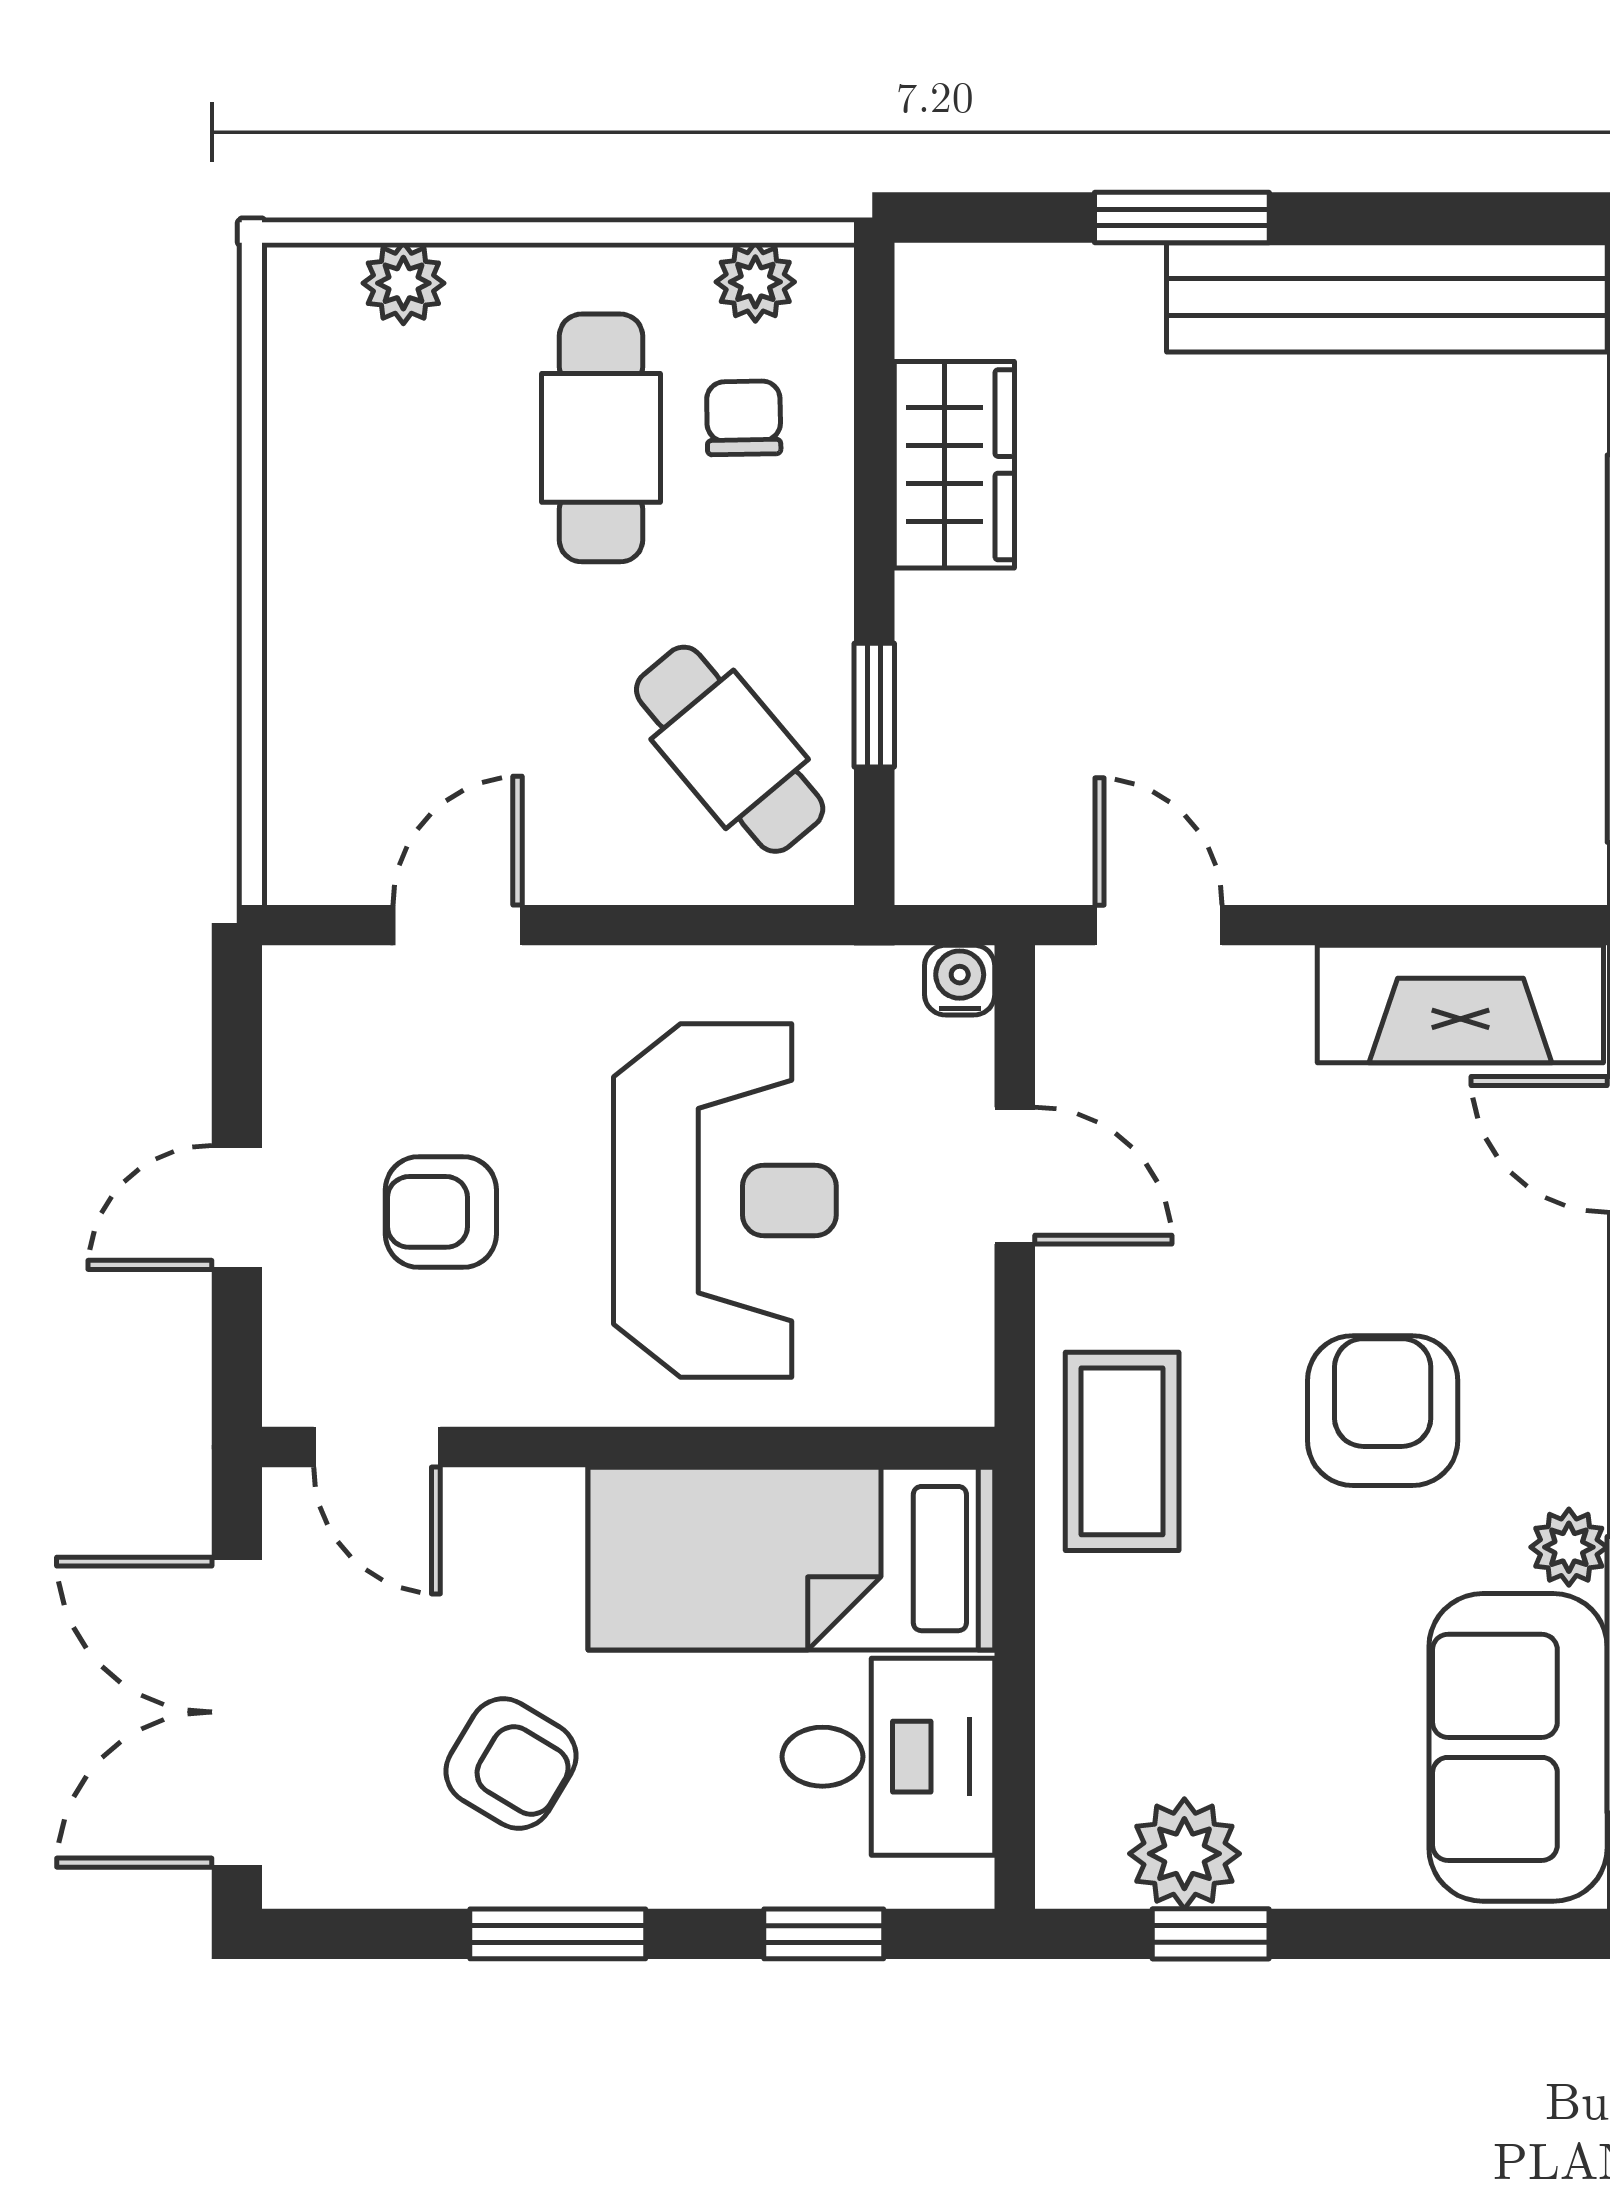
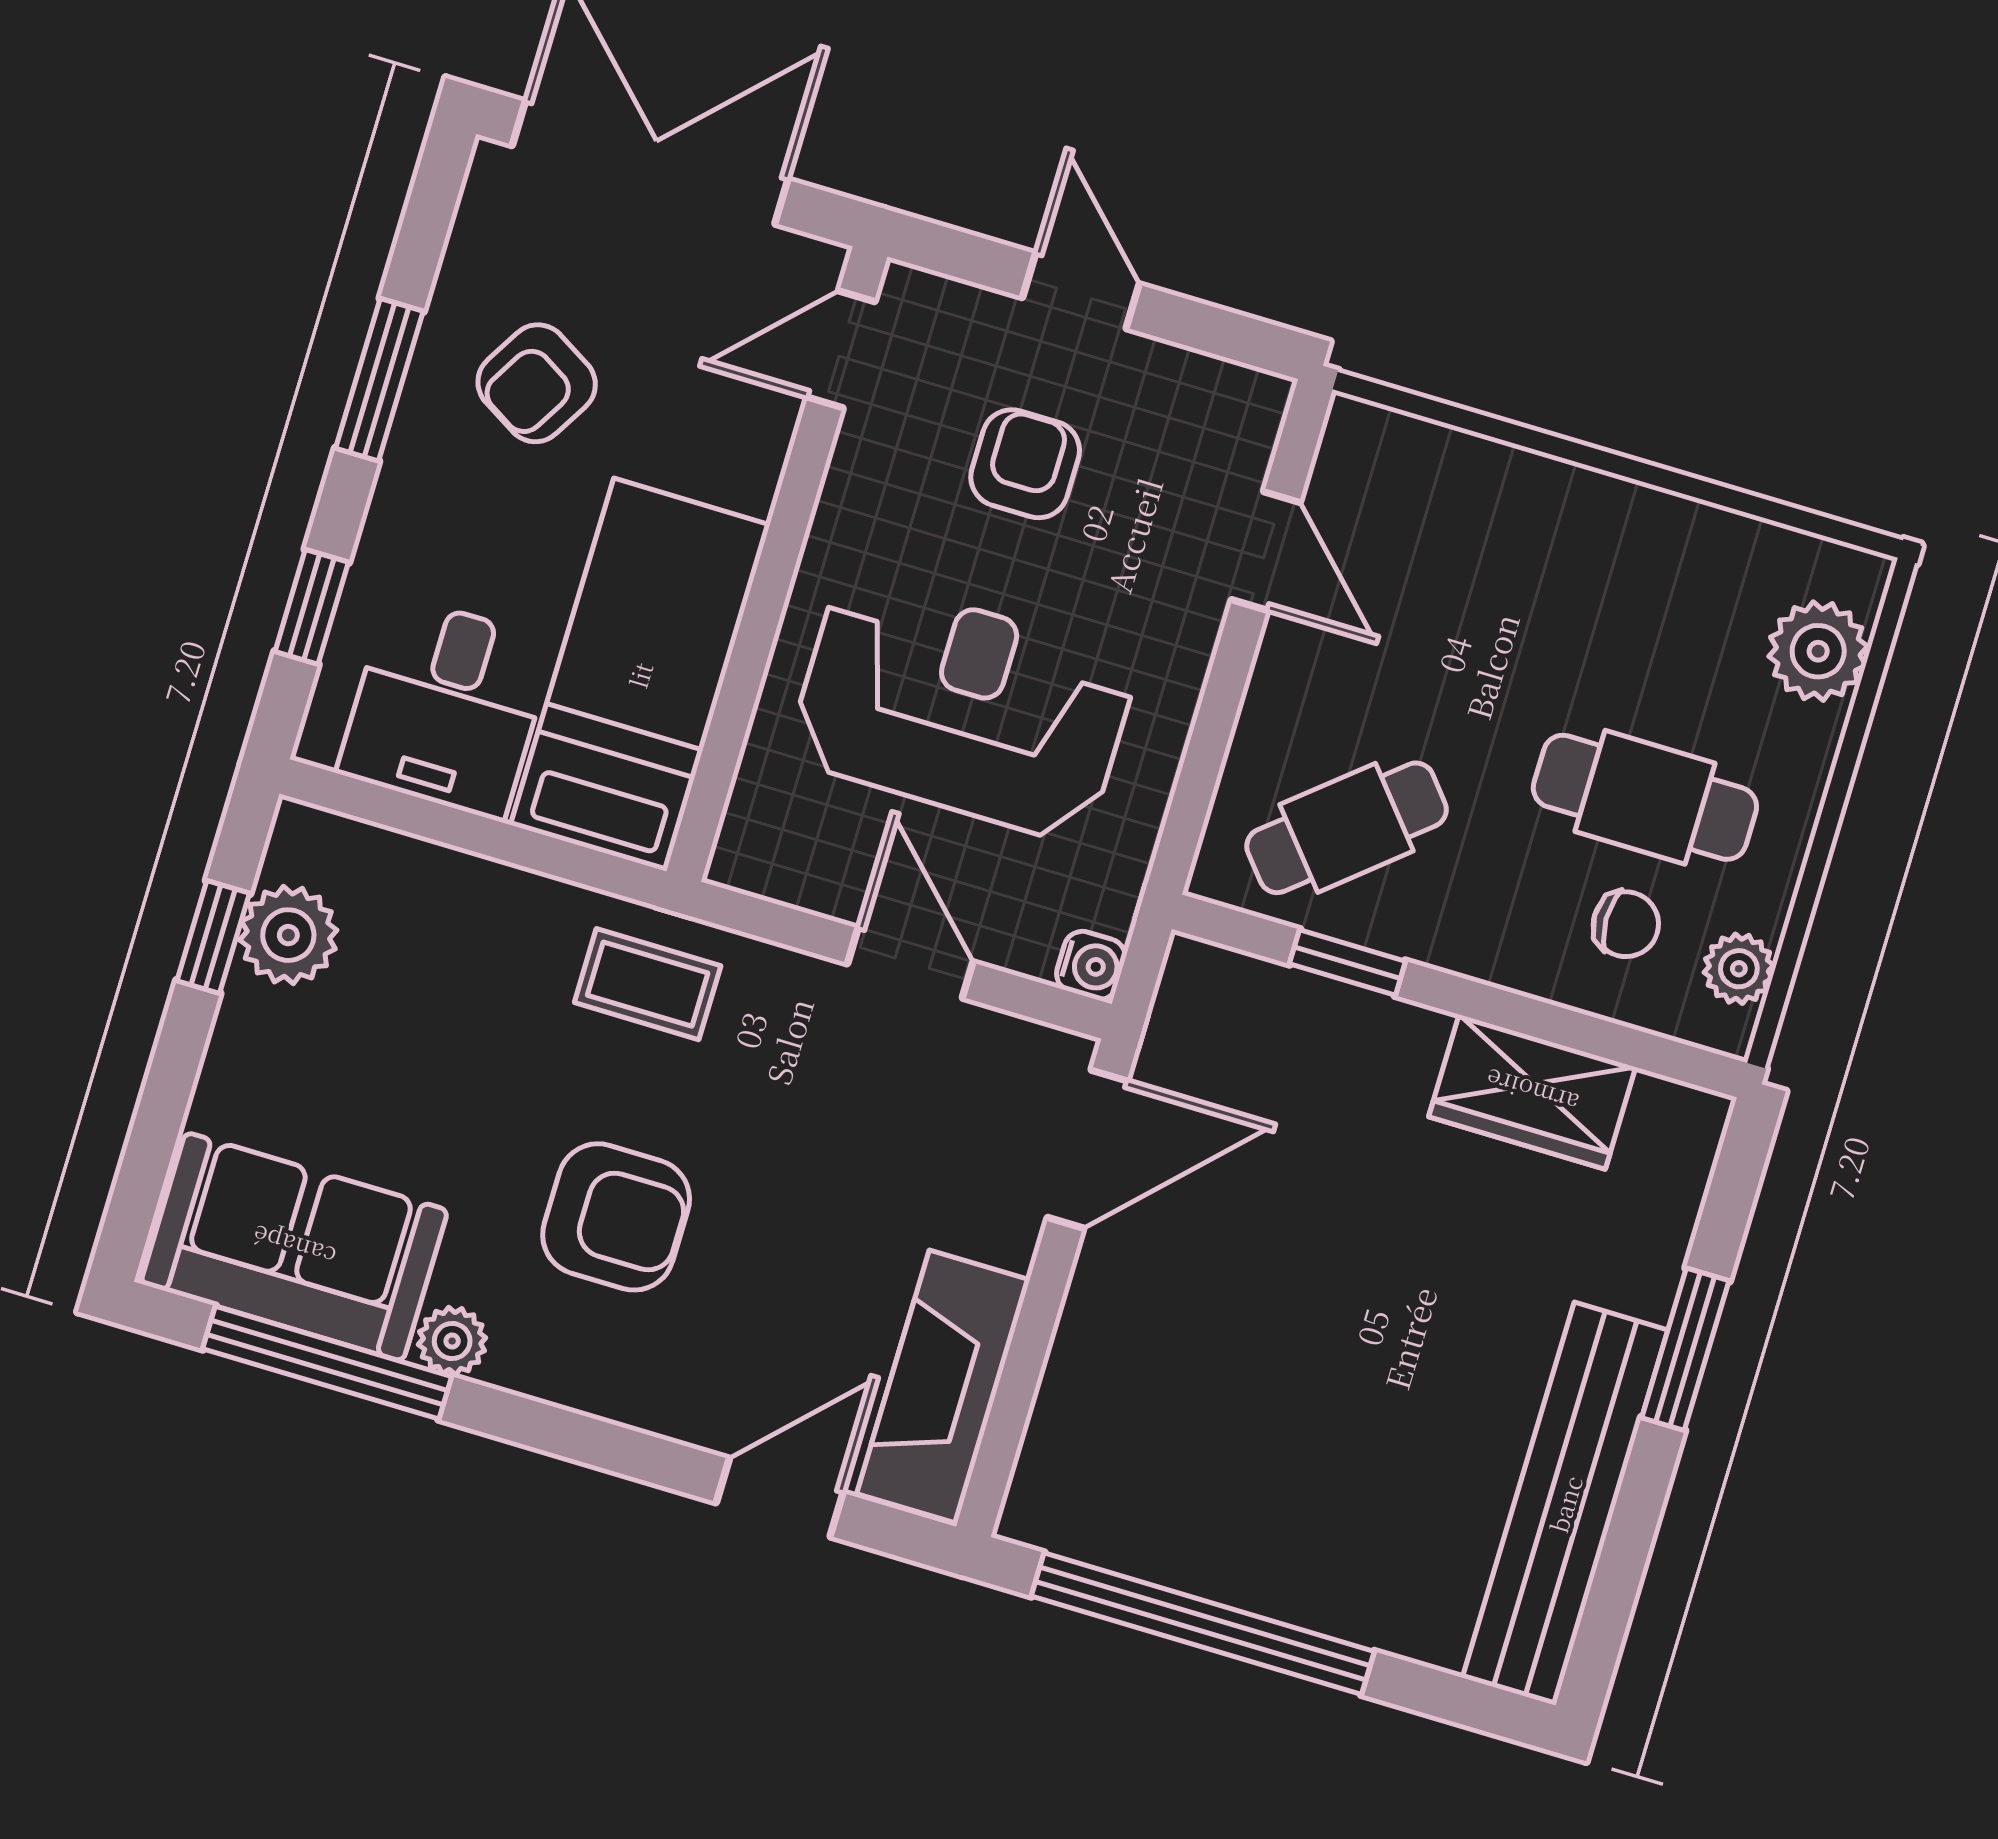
plant: (403, 283) -> (1818, 651), width x1.38, depth x1.38
door: (1159, 925) -> (1087, 1149), width x1.38
door: (1015, 1176) -> (910, 963), swing flipped
reception desk: (725, 1201) -> (963, 709), turned 180
coffee table: (1122, 1451) -> (648, 984), width x0.73, depth x0.77

